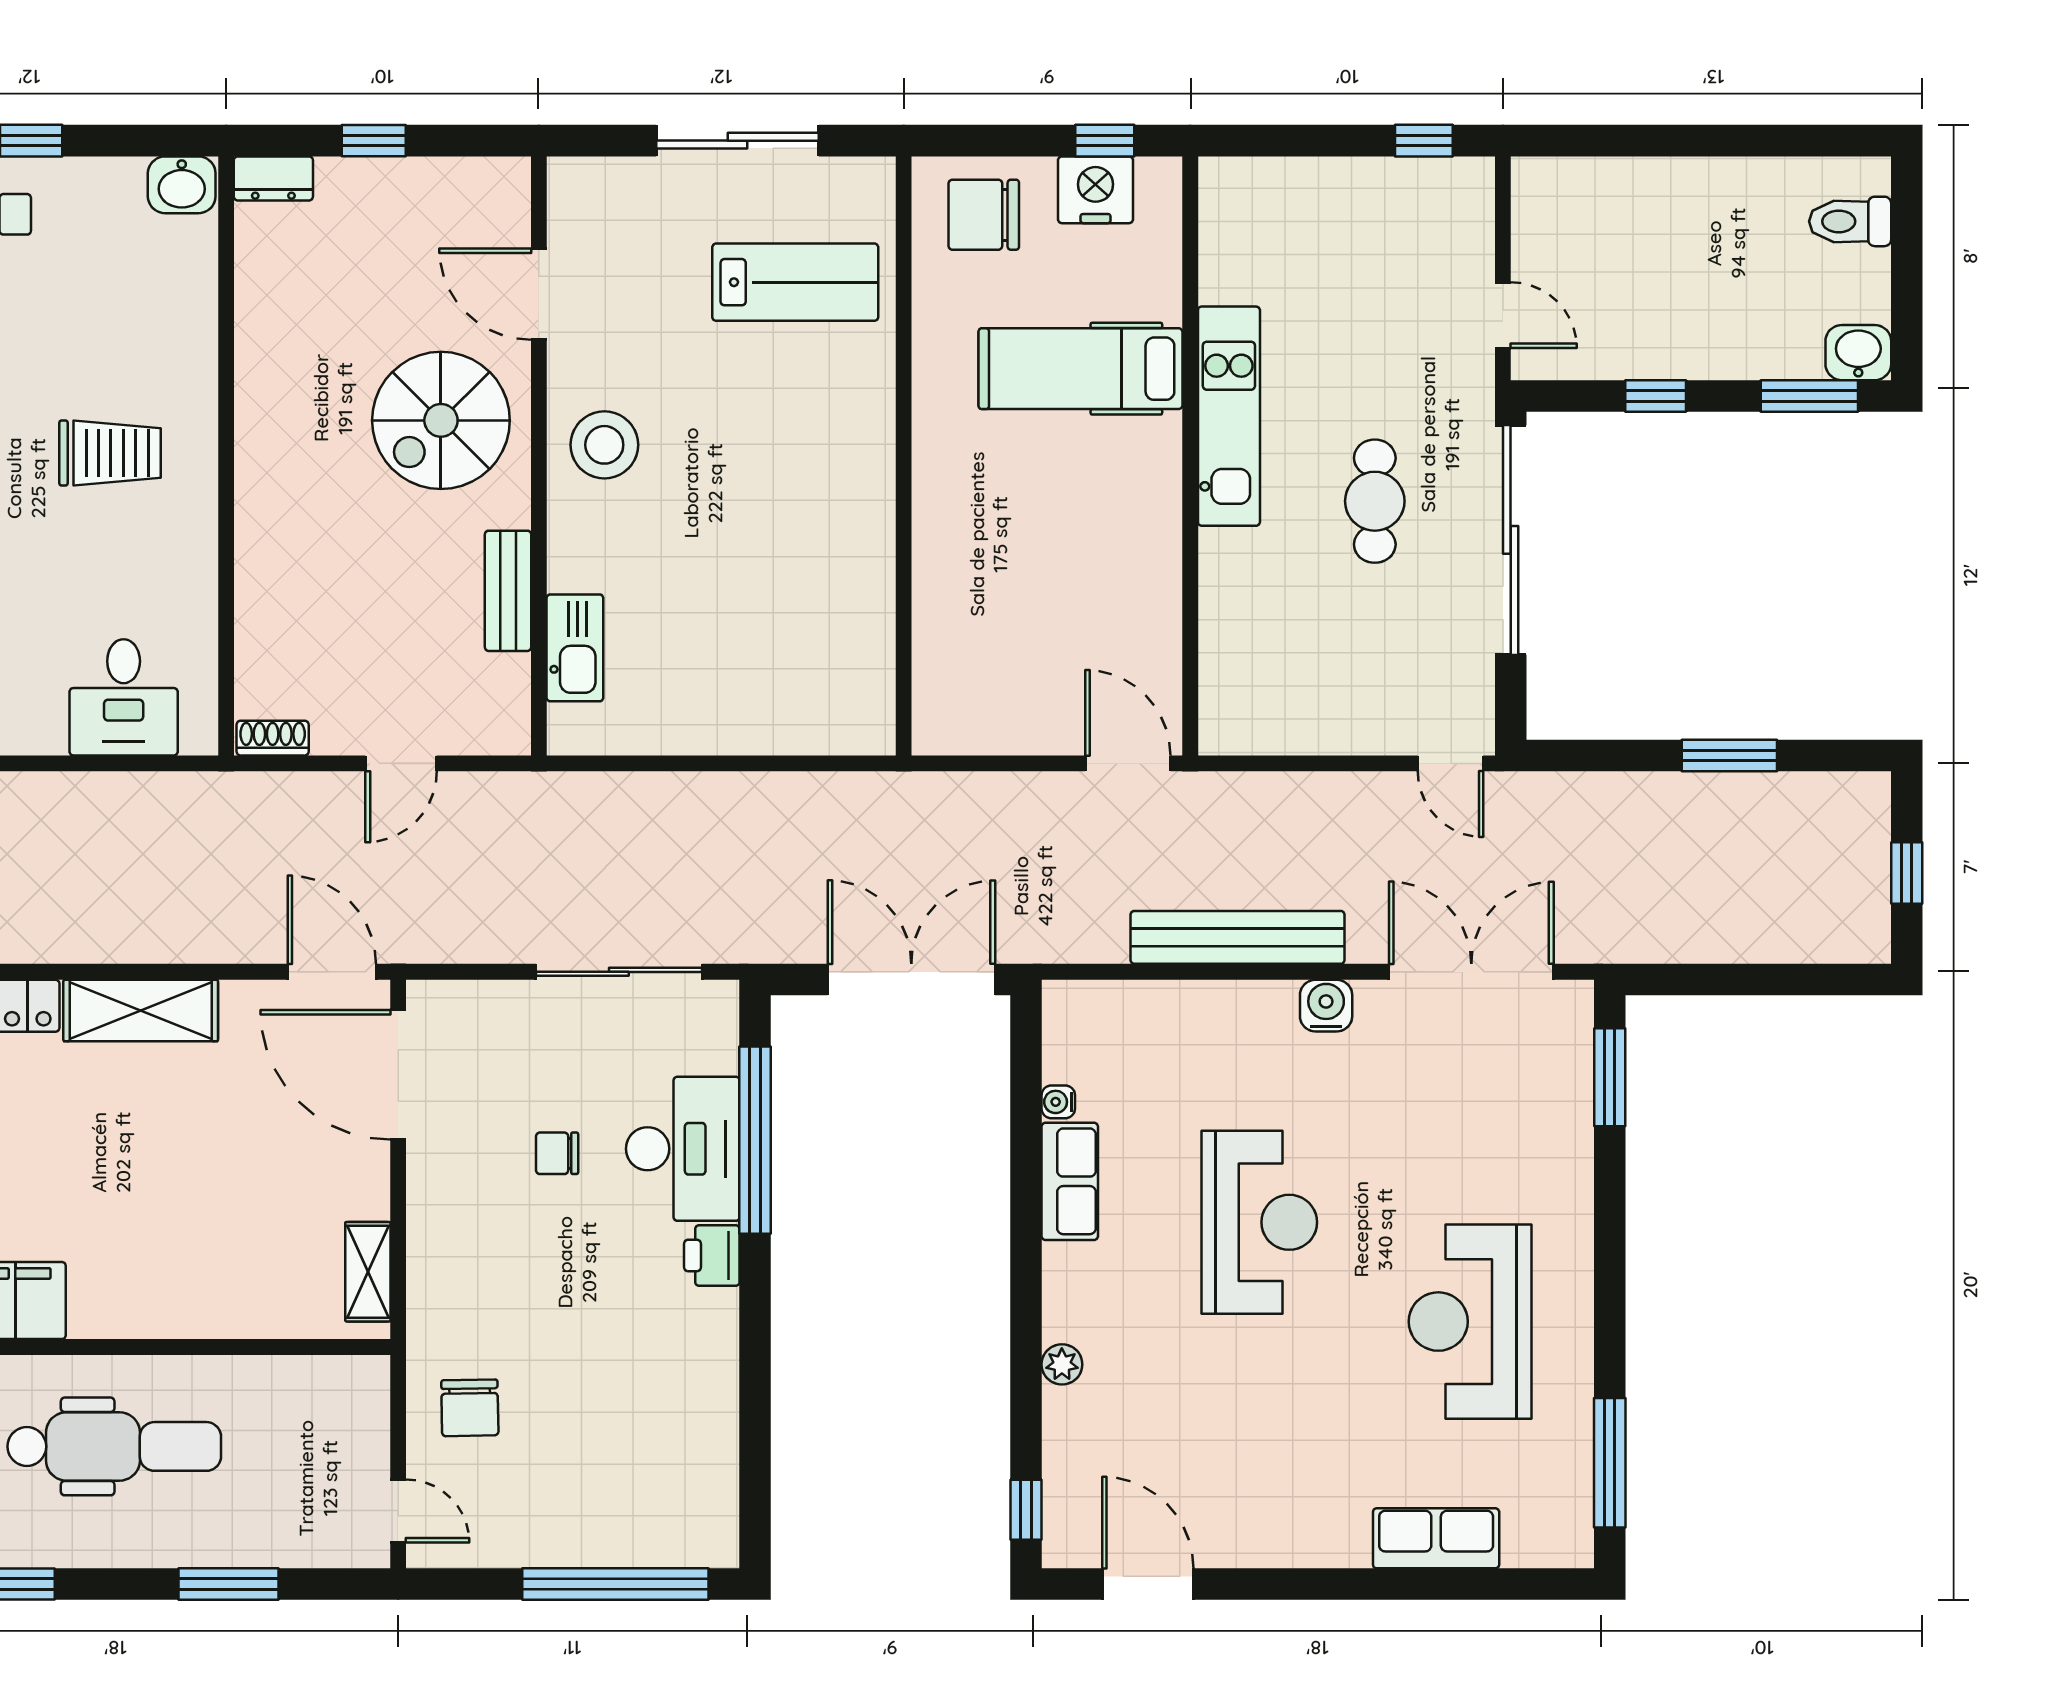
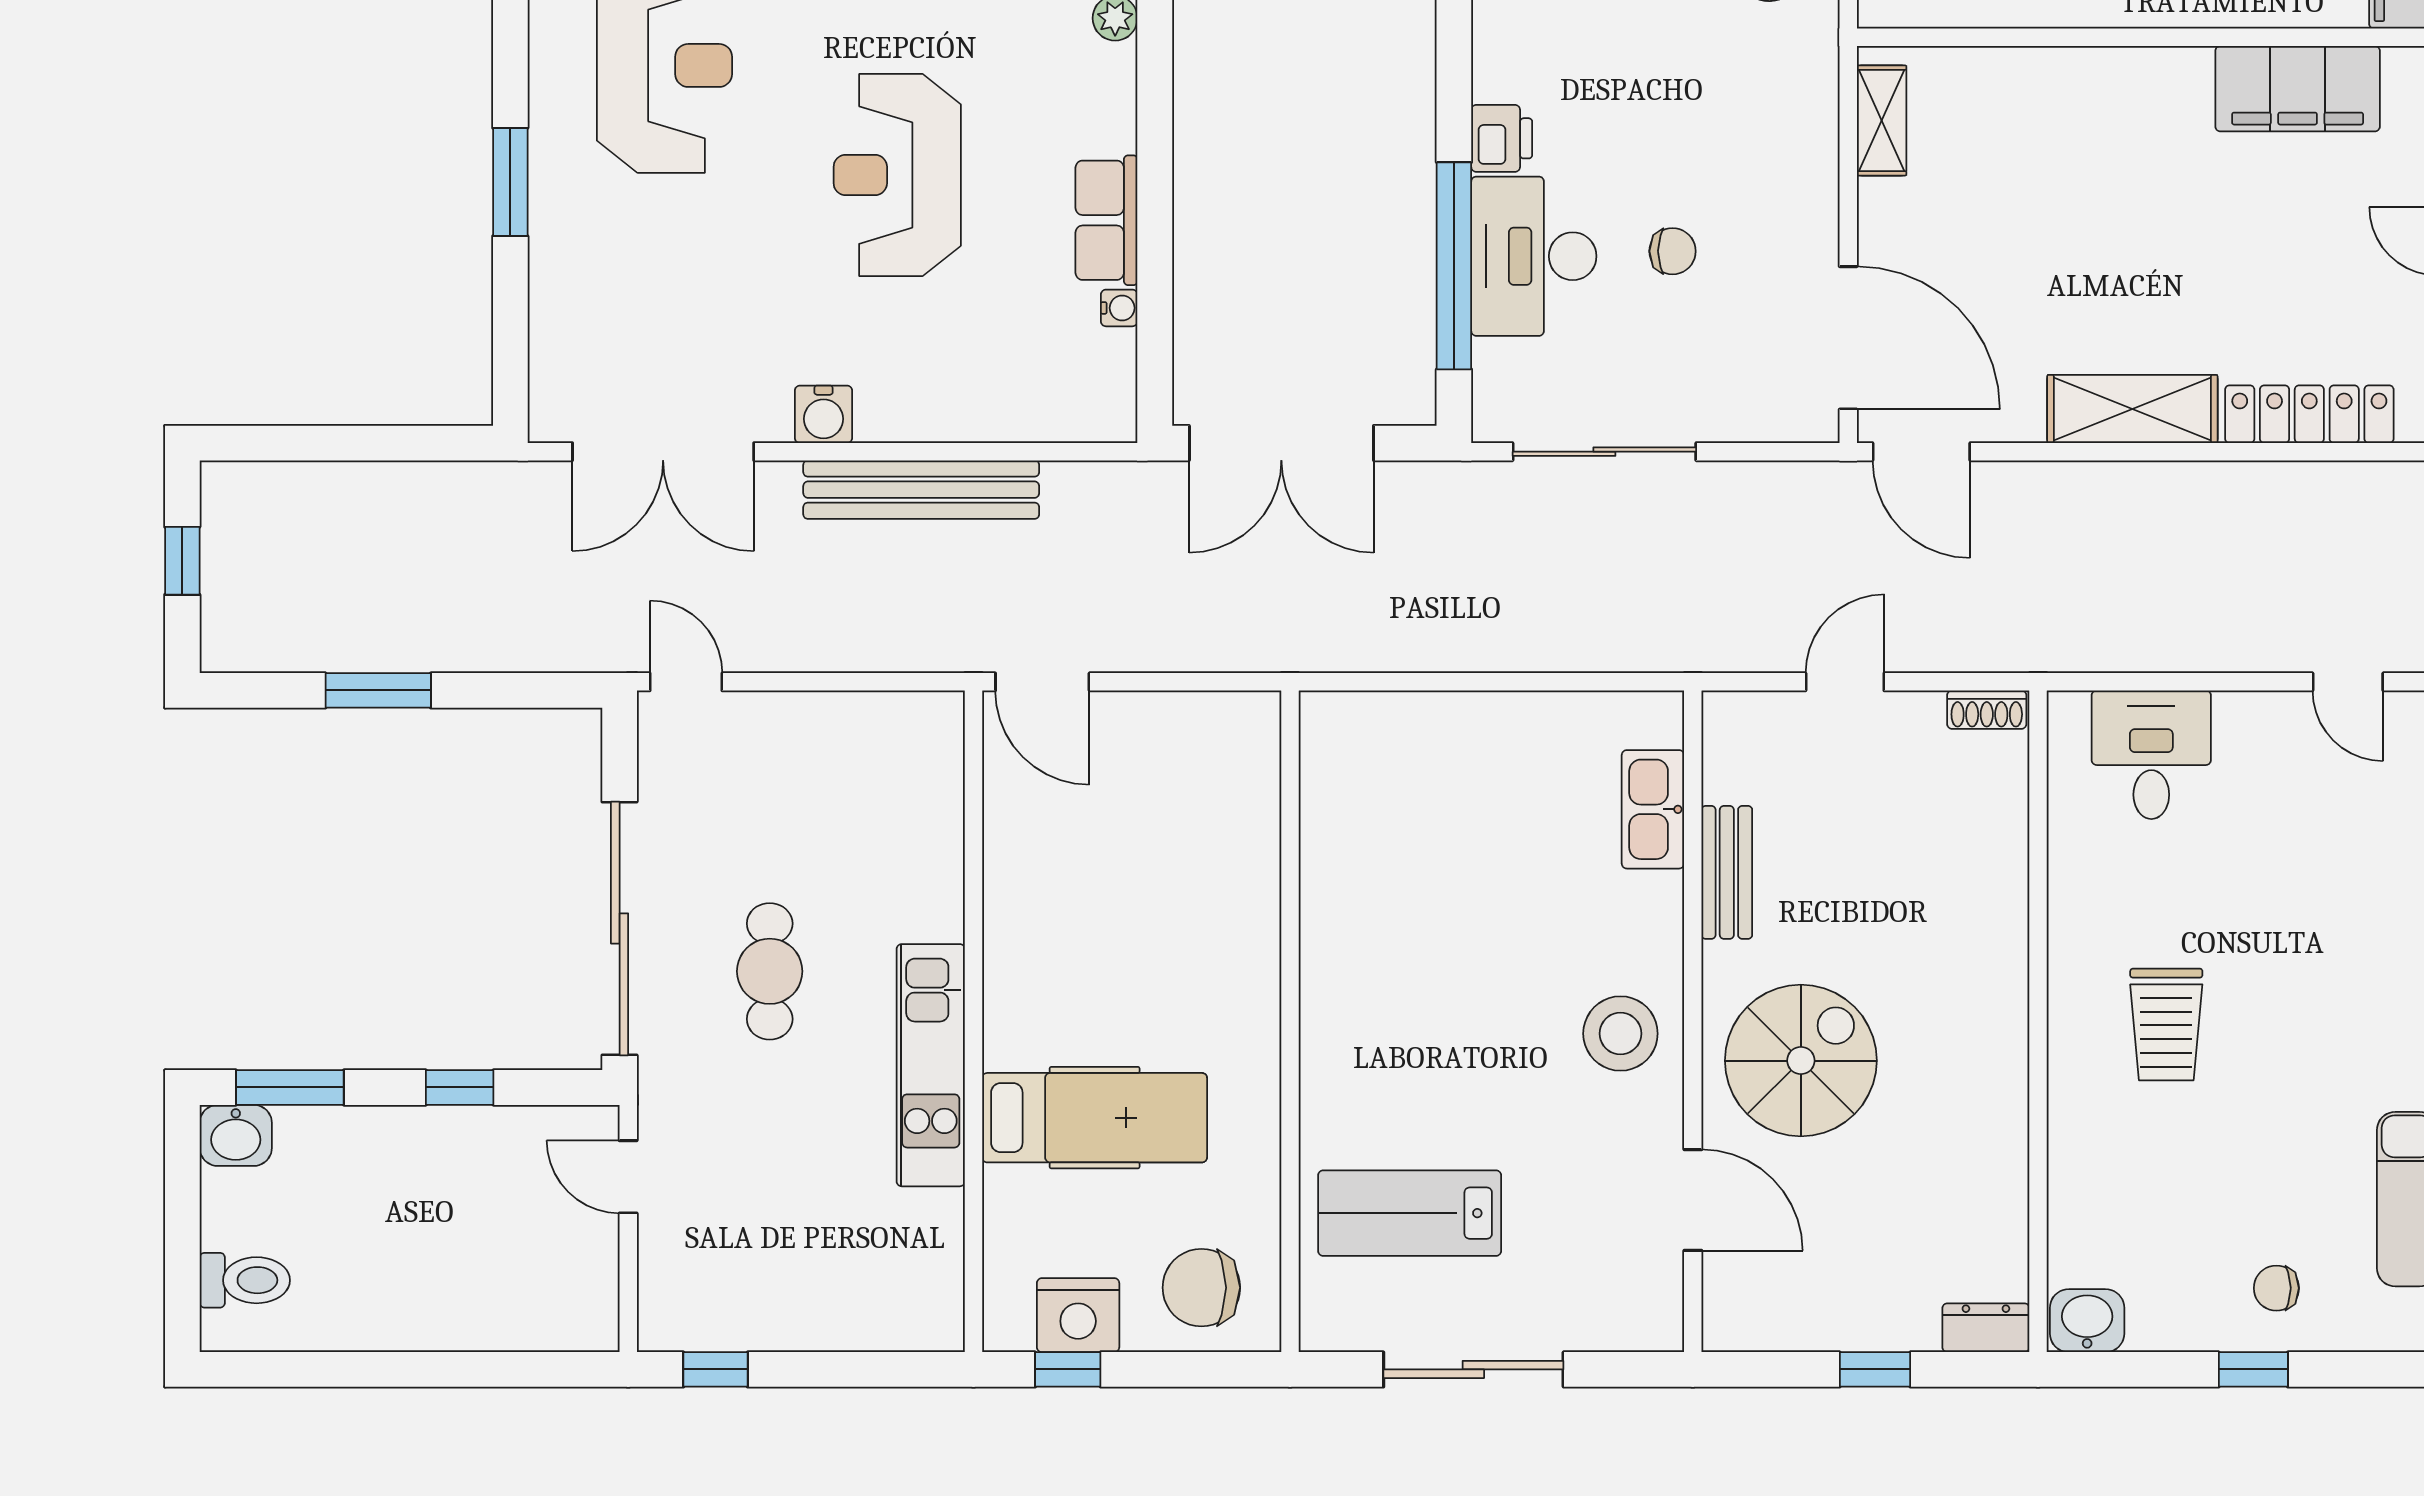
chair: (984, 215) -> (1201, 1288), turned 180
trolley: (110, 453) -> (2166, 1025), turned -90
window: (1610, 1077) -> (510, 182), moved

